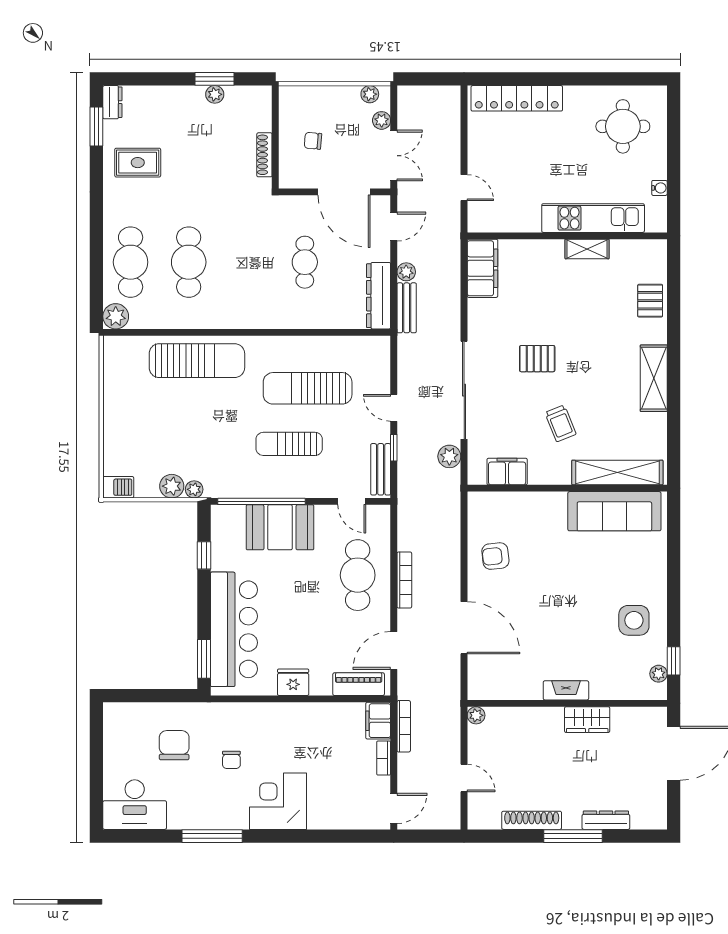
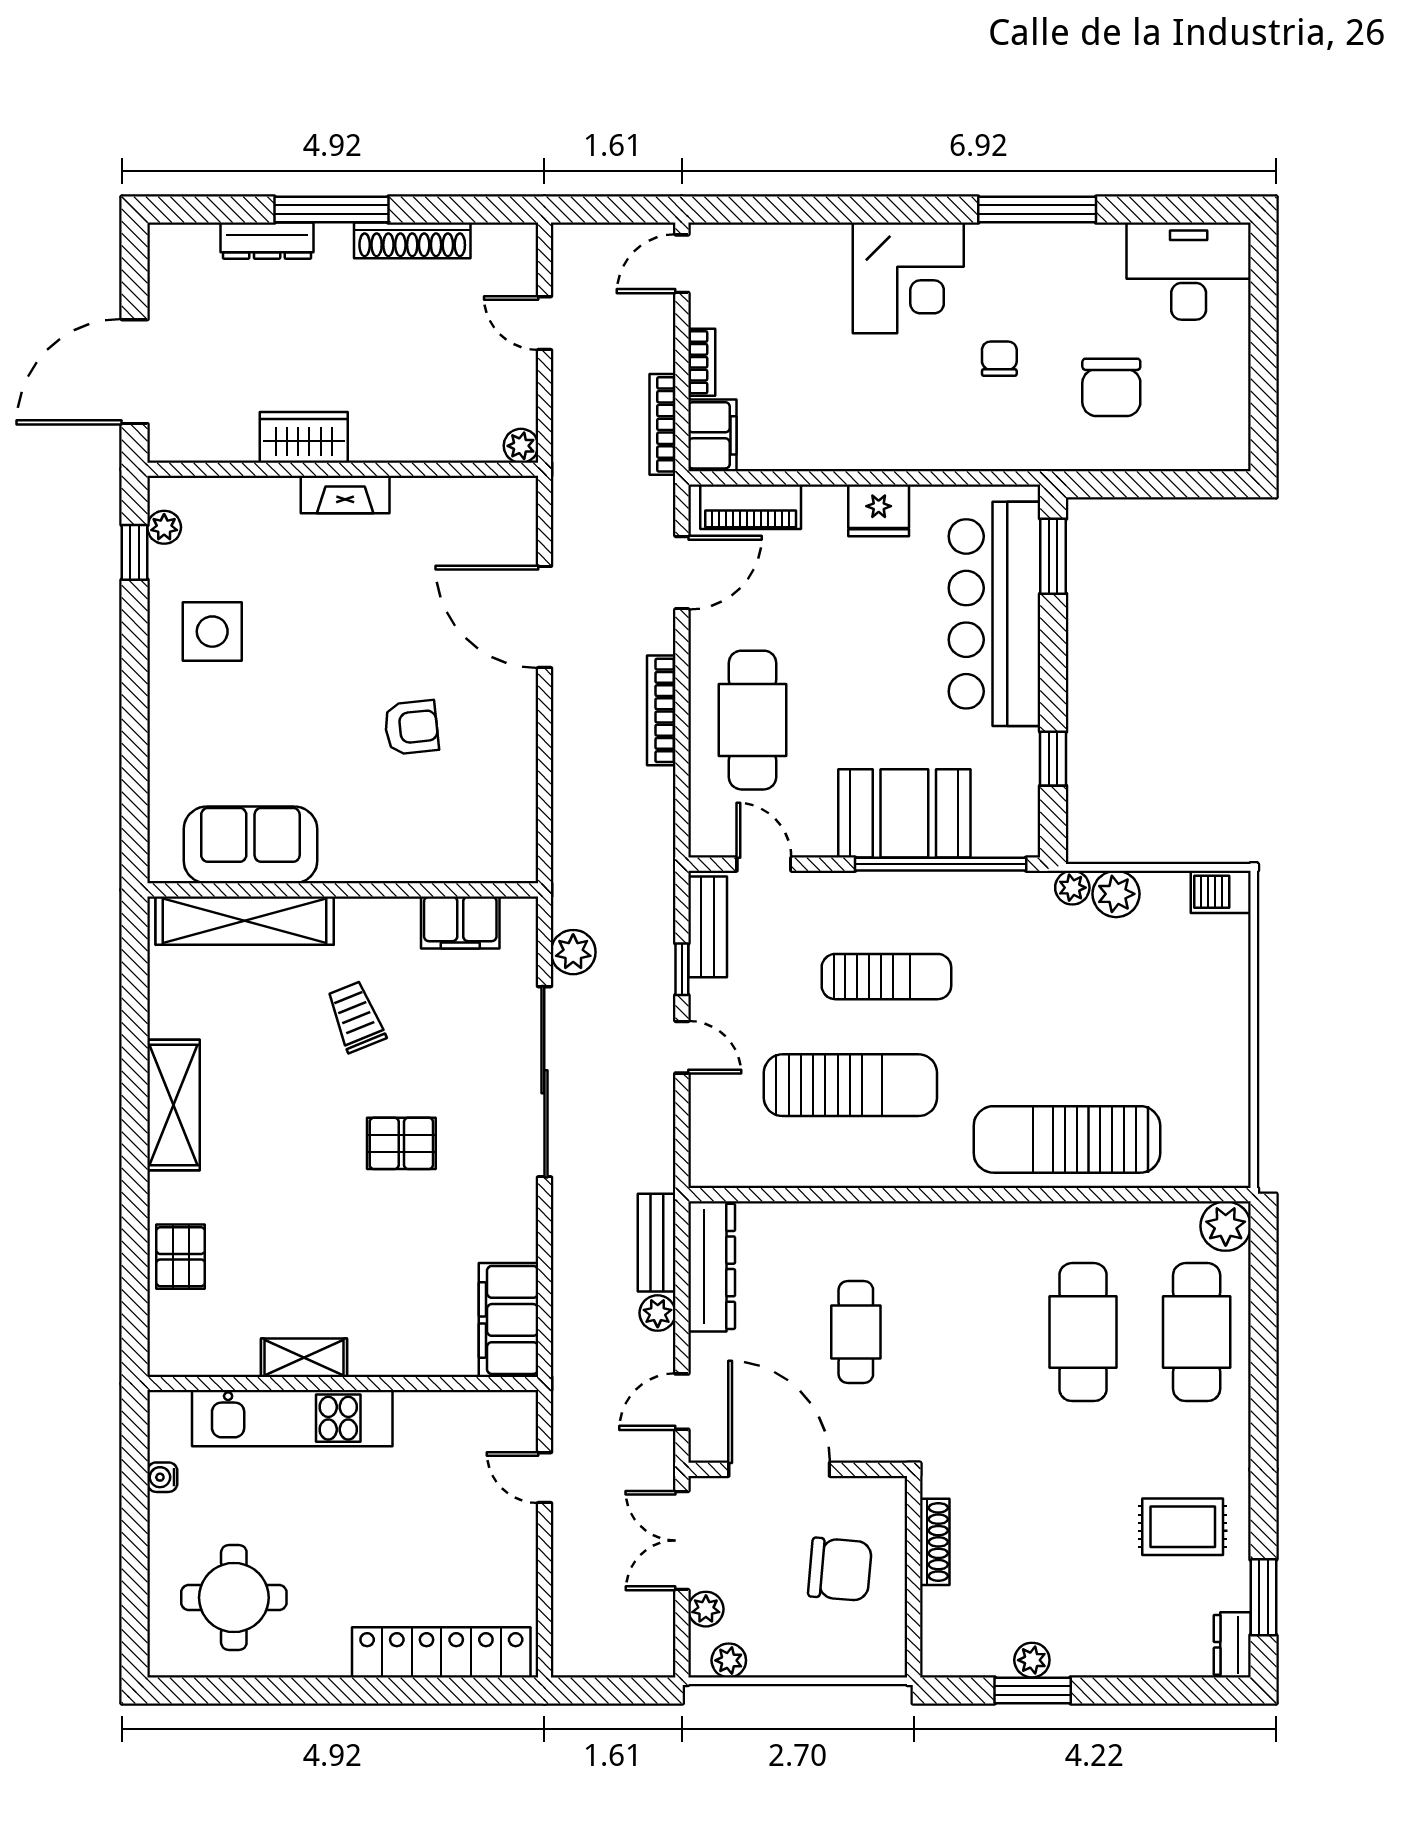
chair: (313, 141) -> (840, 1569), width x1.87, depth x1.87
sofa: (614, 511) -> (250, 845), width x0.73
armchair: (495, 556) -> (411, 727), moved

